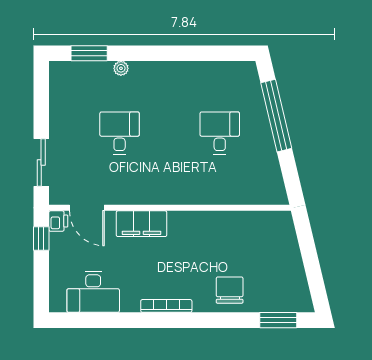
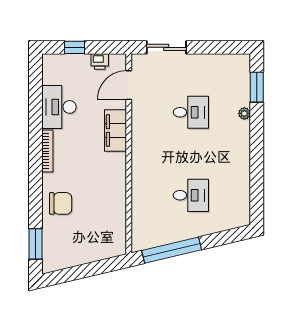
window: (276, 116) -> (172, 250), moved
printer: (58, 221) -> (100, 62), moved
window: (41, 238) -> (75, 47), moved
desk: (93, 292) -> (59, 107), moved

